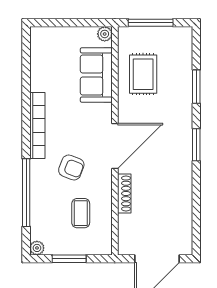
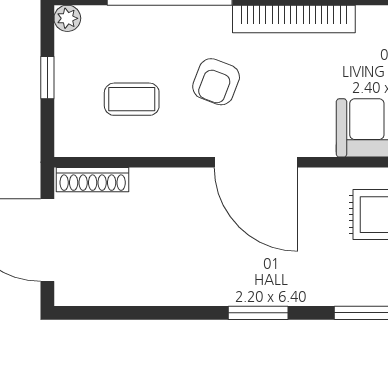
shoe rack: (124, 193) -> (93, 180), moved
window: (69, 259) -> (47, 78), width x0.67

